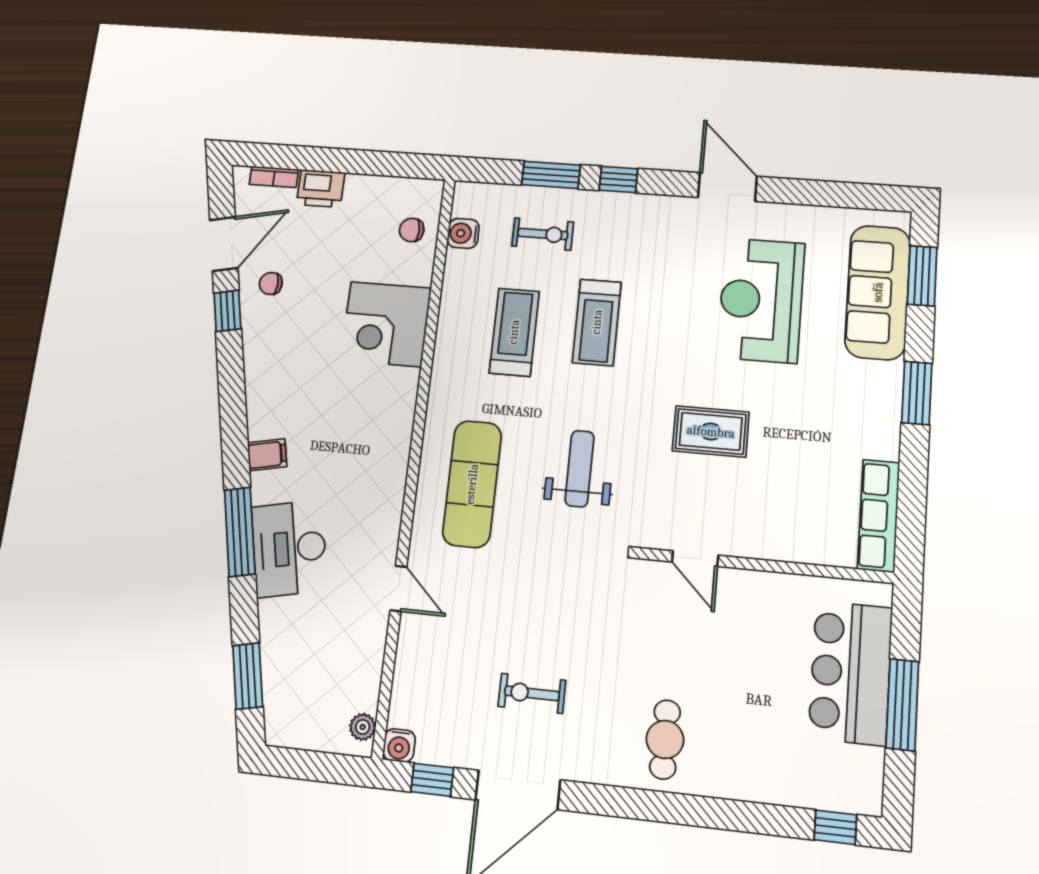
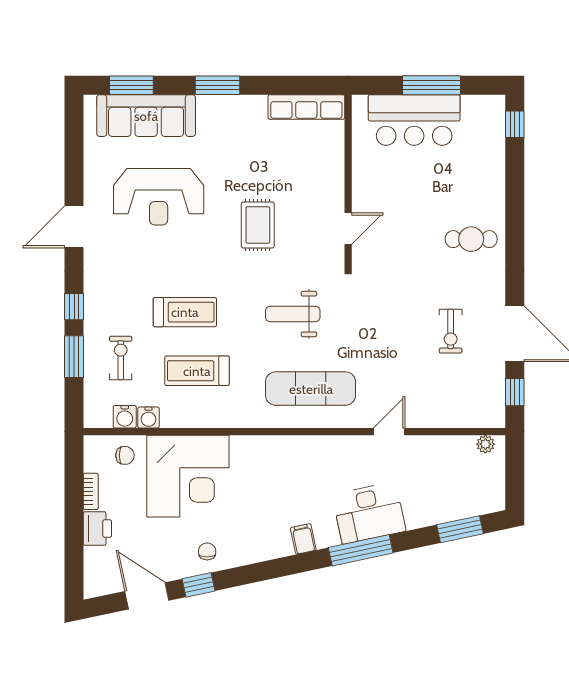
bookcase: (274, 177) -> (91, 491), moved
chair: (412, 230) -> (125, 455), turned -90
chair: (271, 283) -> (207, 551), moved, turned 180
corner desk: (386, 324) -> (188, 476), width x1.36, depth x1.36
water cooler: (399, 745) -> (149, 418), moved, turned 90

